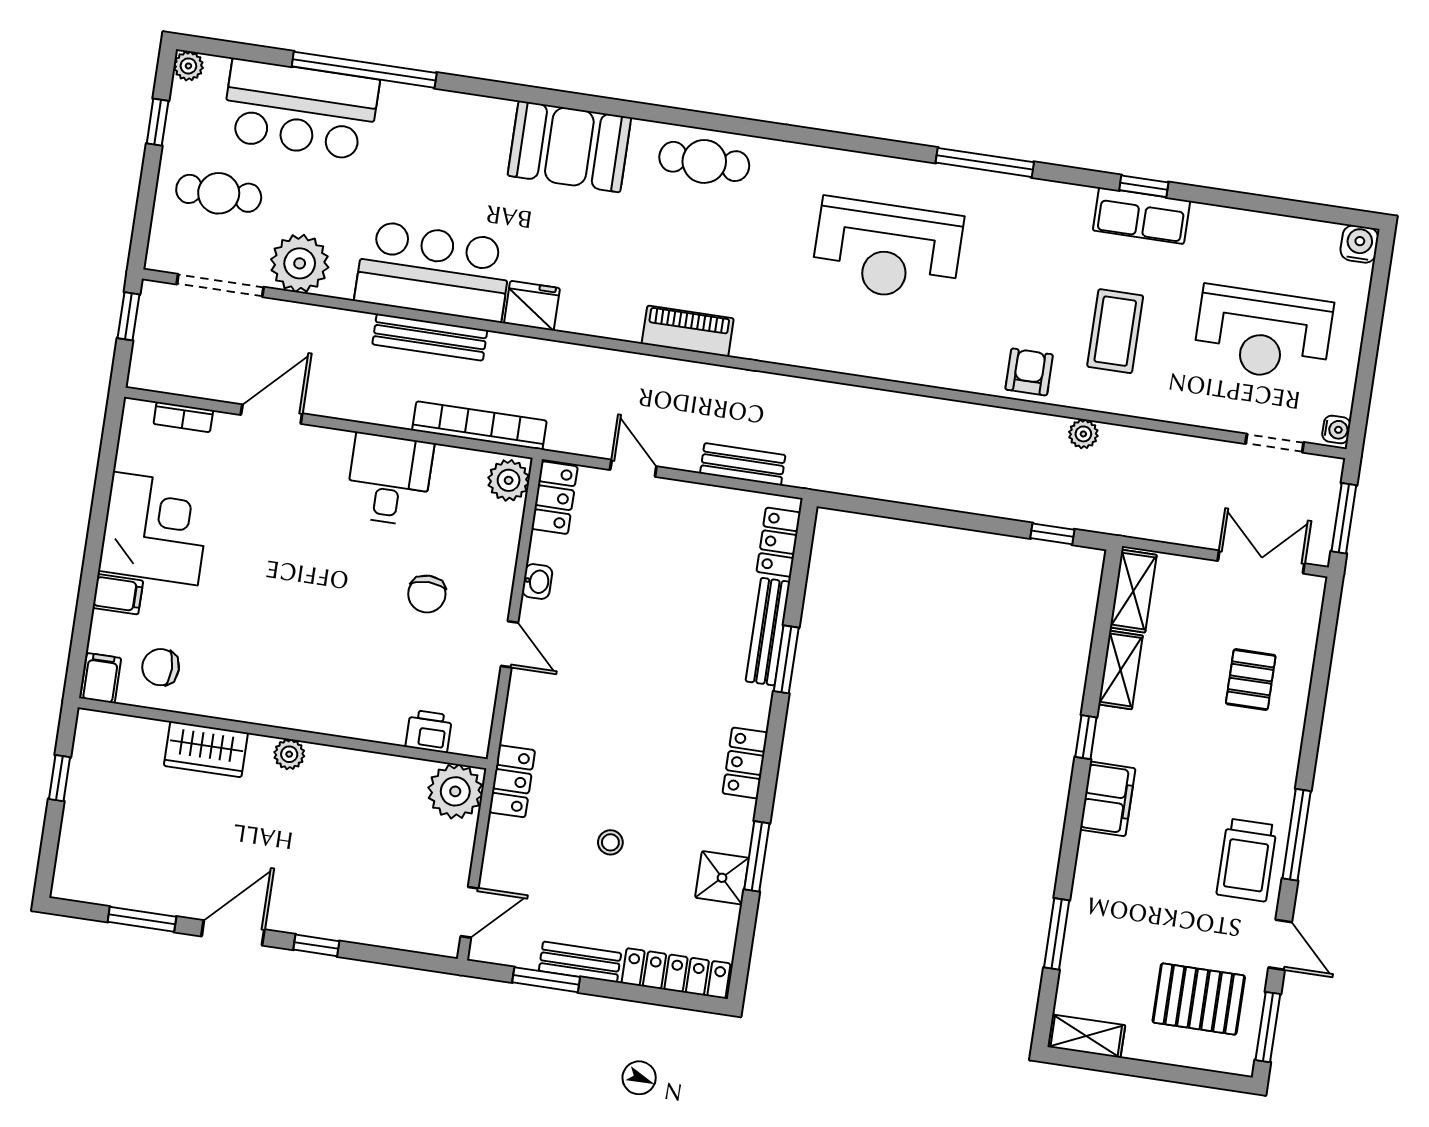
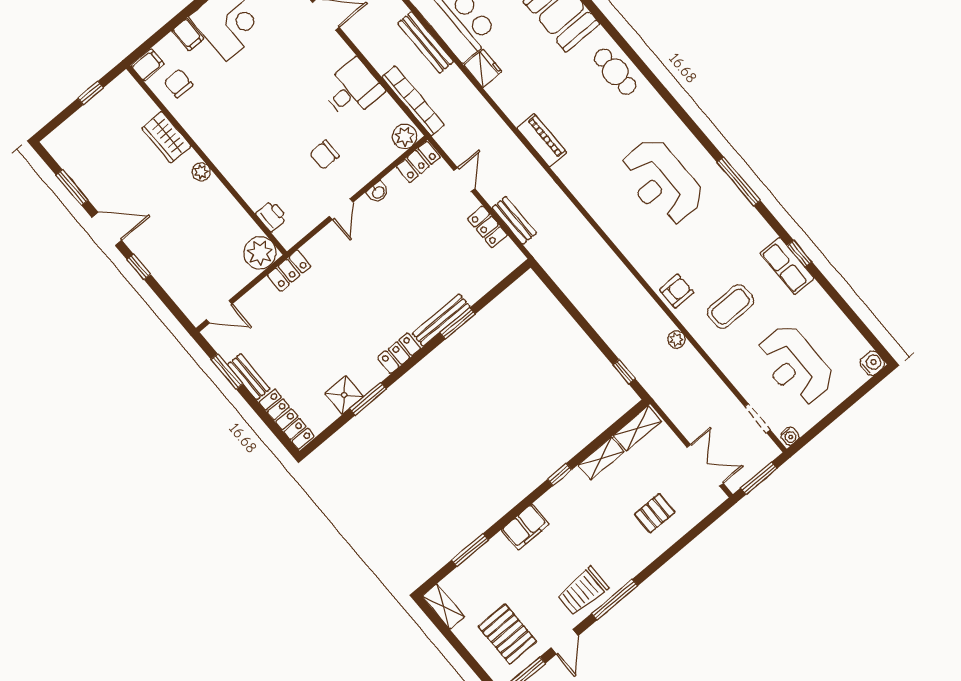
locker: (779, 542) -> (487, 227), moved, turned -90
bench: (768, 632) -> (441, 320), moved
filing cabinet: (1108, 799) -> (525, 527), moved
stool: (610, 842) -> (309, 336), removed

